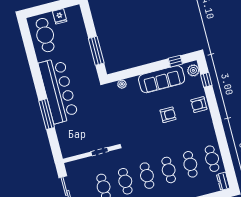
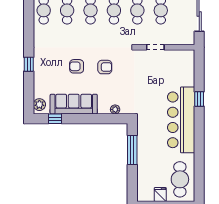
window: (206, 80) -> (29, 64), moved
armchair: (199, 105) -> (105, 67), moved
window: (47, 114) -> (199, 99), width x0.46

